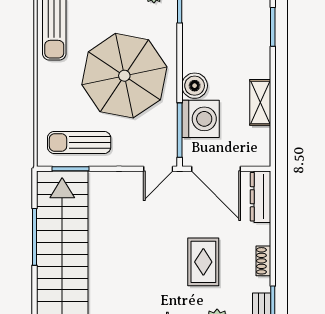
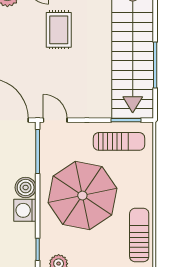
washing machine: (200, 119) -> (25, 210), moved, width x0.73, depth x0.73
door: (158, 169) -> (55, 120), hinge flipped
rug: (203, 262) -> (59, 30), moved

